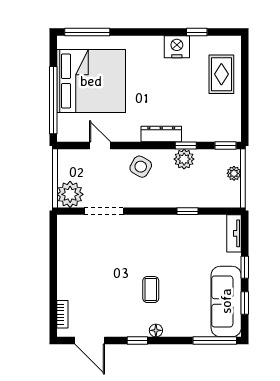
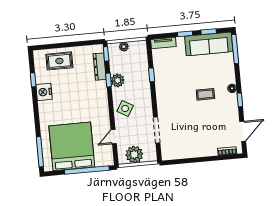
dresser: (161, 134) -> (100, 67), moved
plant: (70, 194) -> (134, 155), moved

